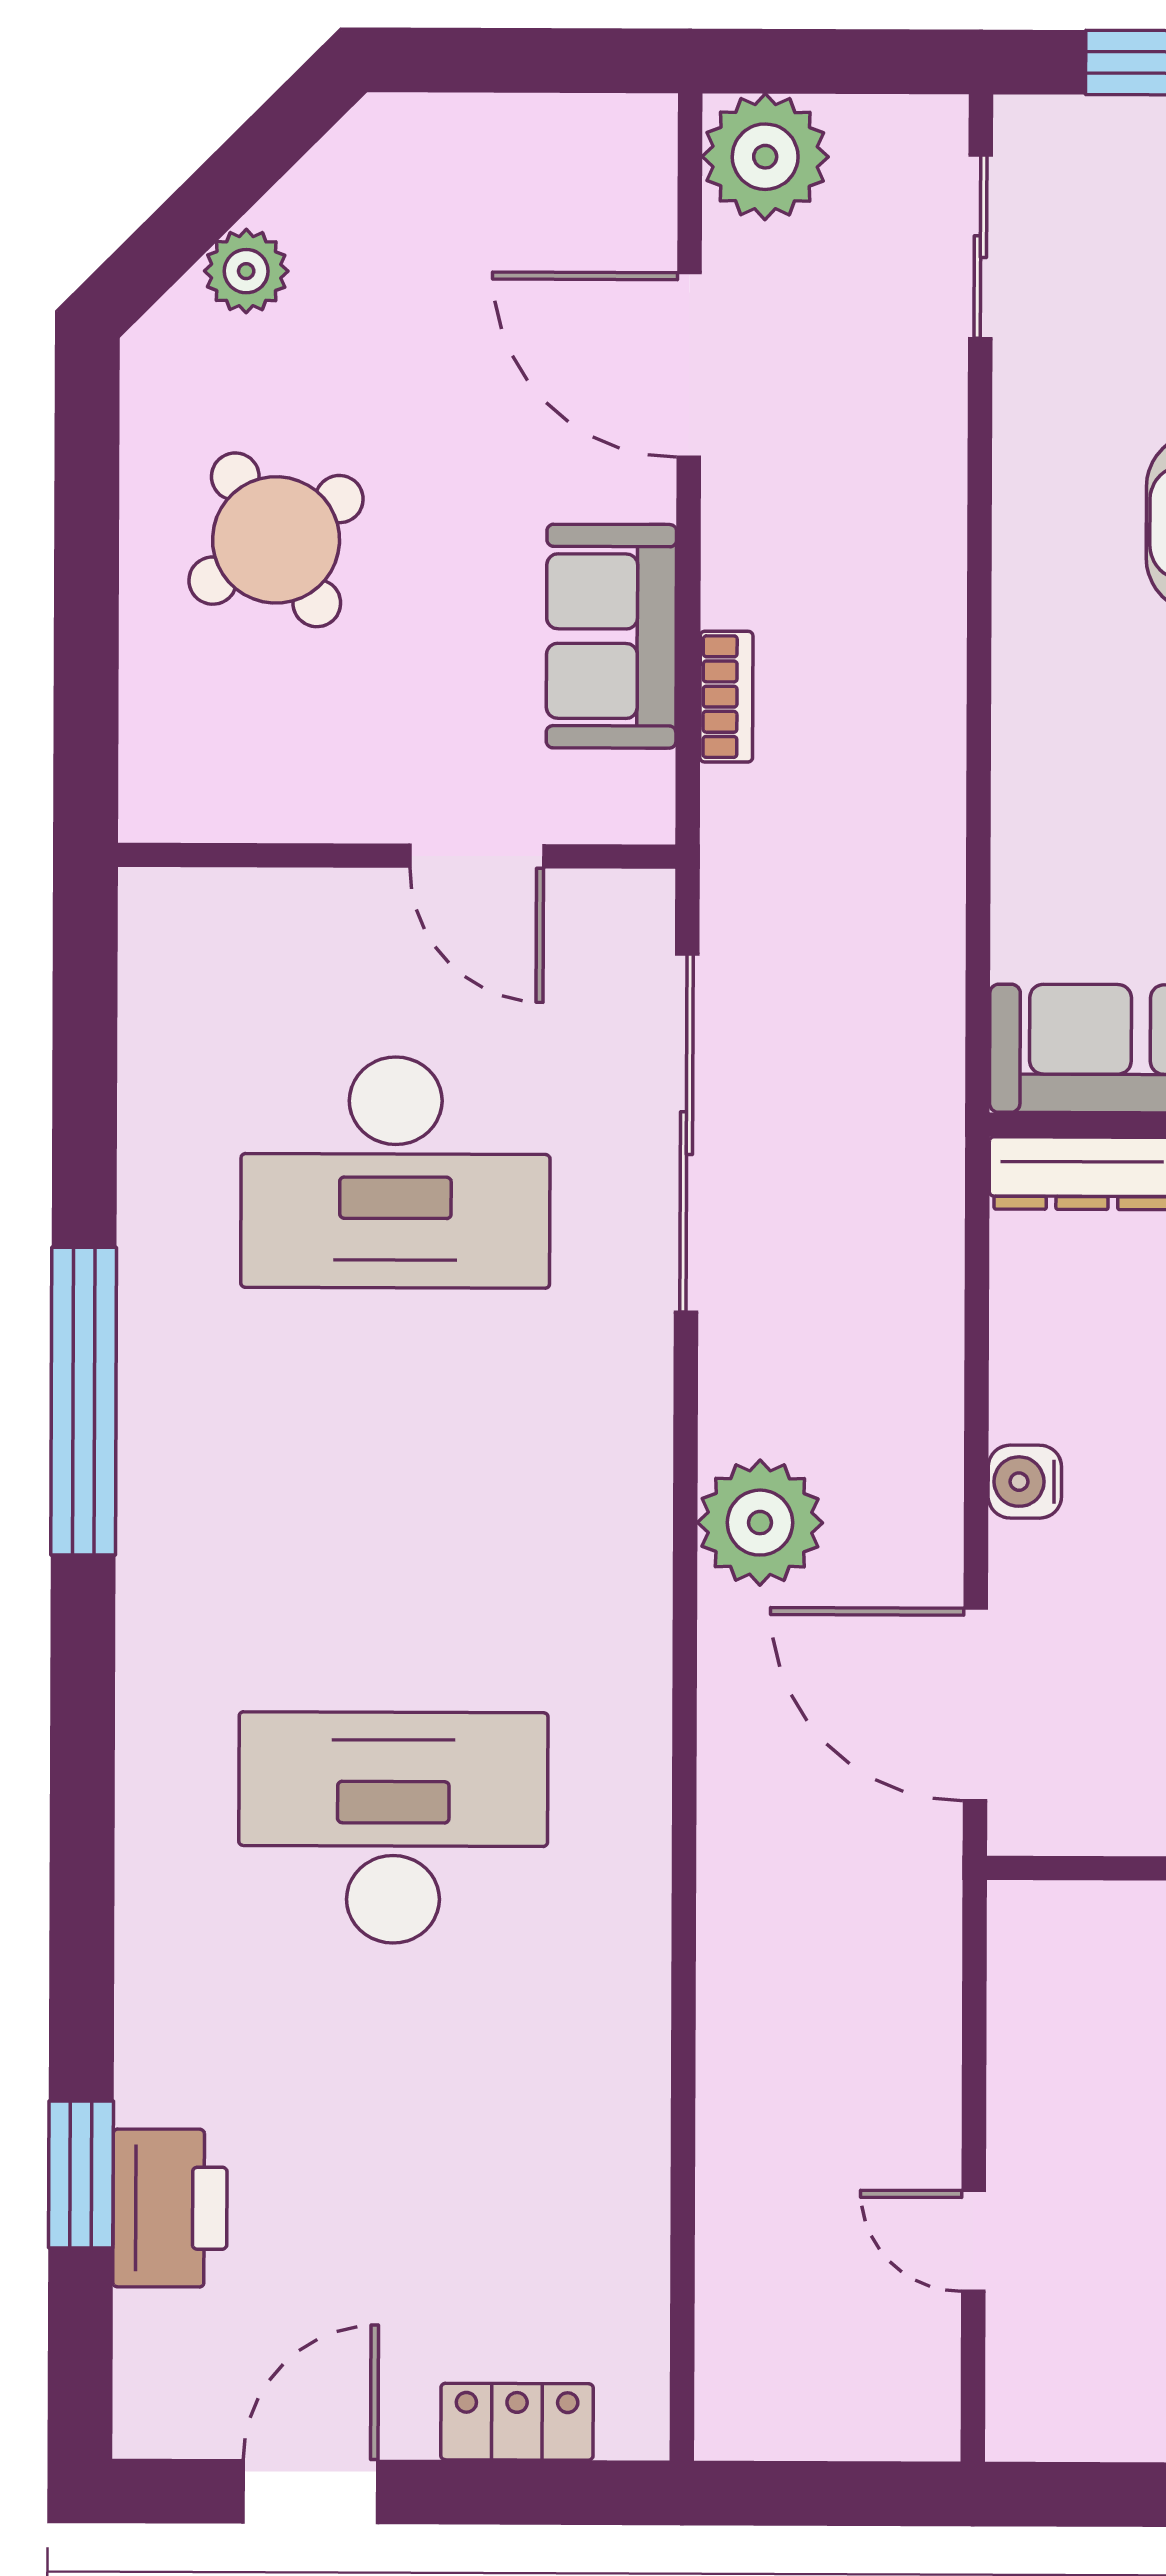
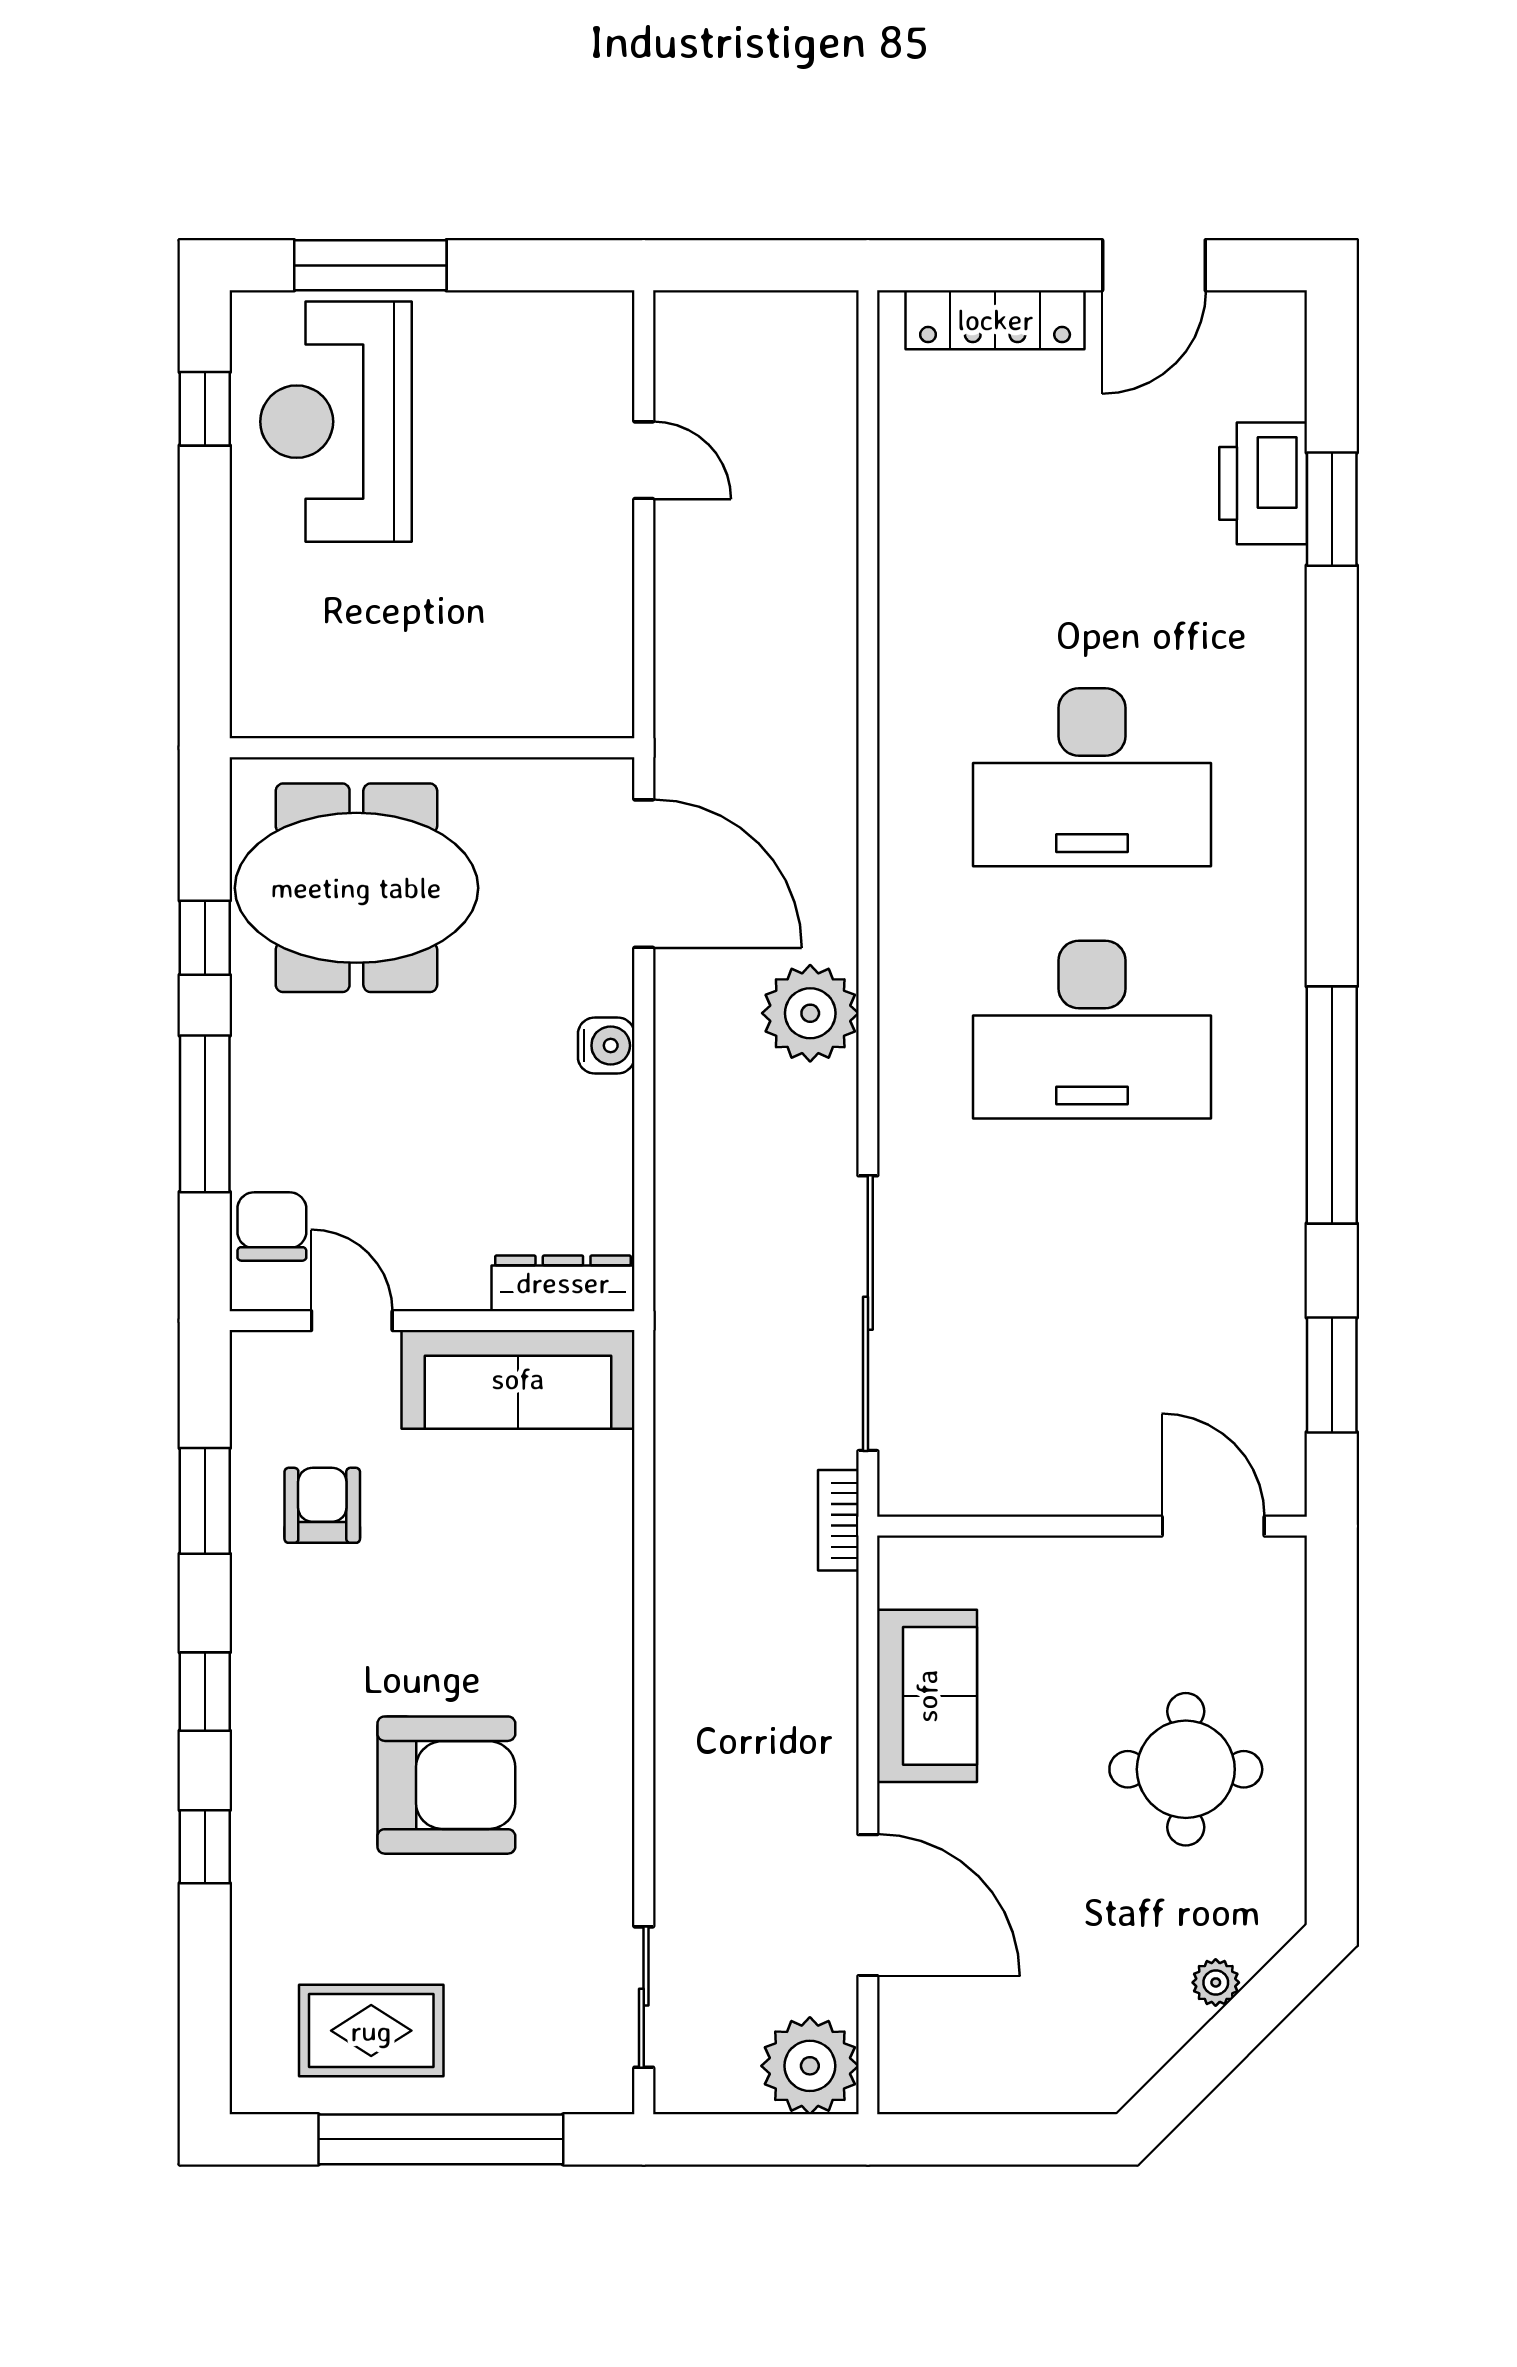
plant: (246, 271) -> (1216, 1982), width x0.73, depth x0.73
round table: (276, 540) -> (1186, 1769), turned 33
bookcase: (726, 697) -> (838, 1520), moved
door: (477, 856) -> (1213, 1526), moved
window: (85, 1051) -> (1332, 1375), added
desk: (395, 1172) -> (1092, 1030), moved, turned 180
locker: (517, 2422) -> (995, 320), width x1.53

